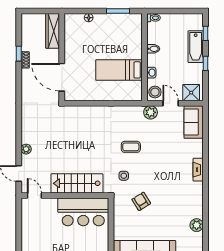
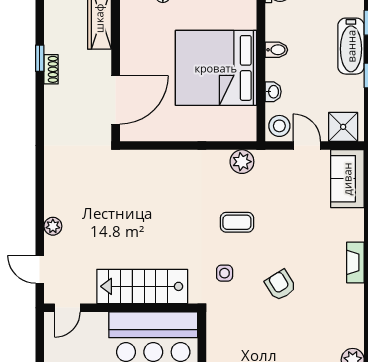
bed: (119, 70) -> (216, 68), width x2.04
door: (62, 77) -> (116, 100), swing flipped
plant: (151, 112) -> (242, 162), moved
door: (34, 195) -> (67, 308), swing flipped
armchair: (141, 201) -> (280, 285), moved

